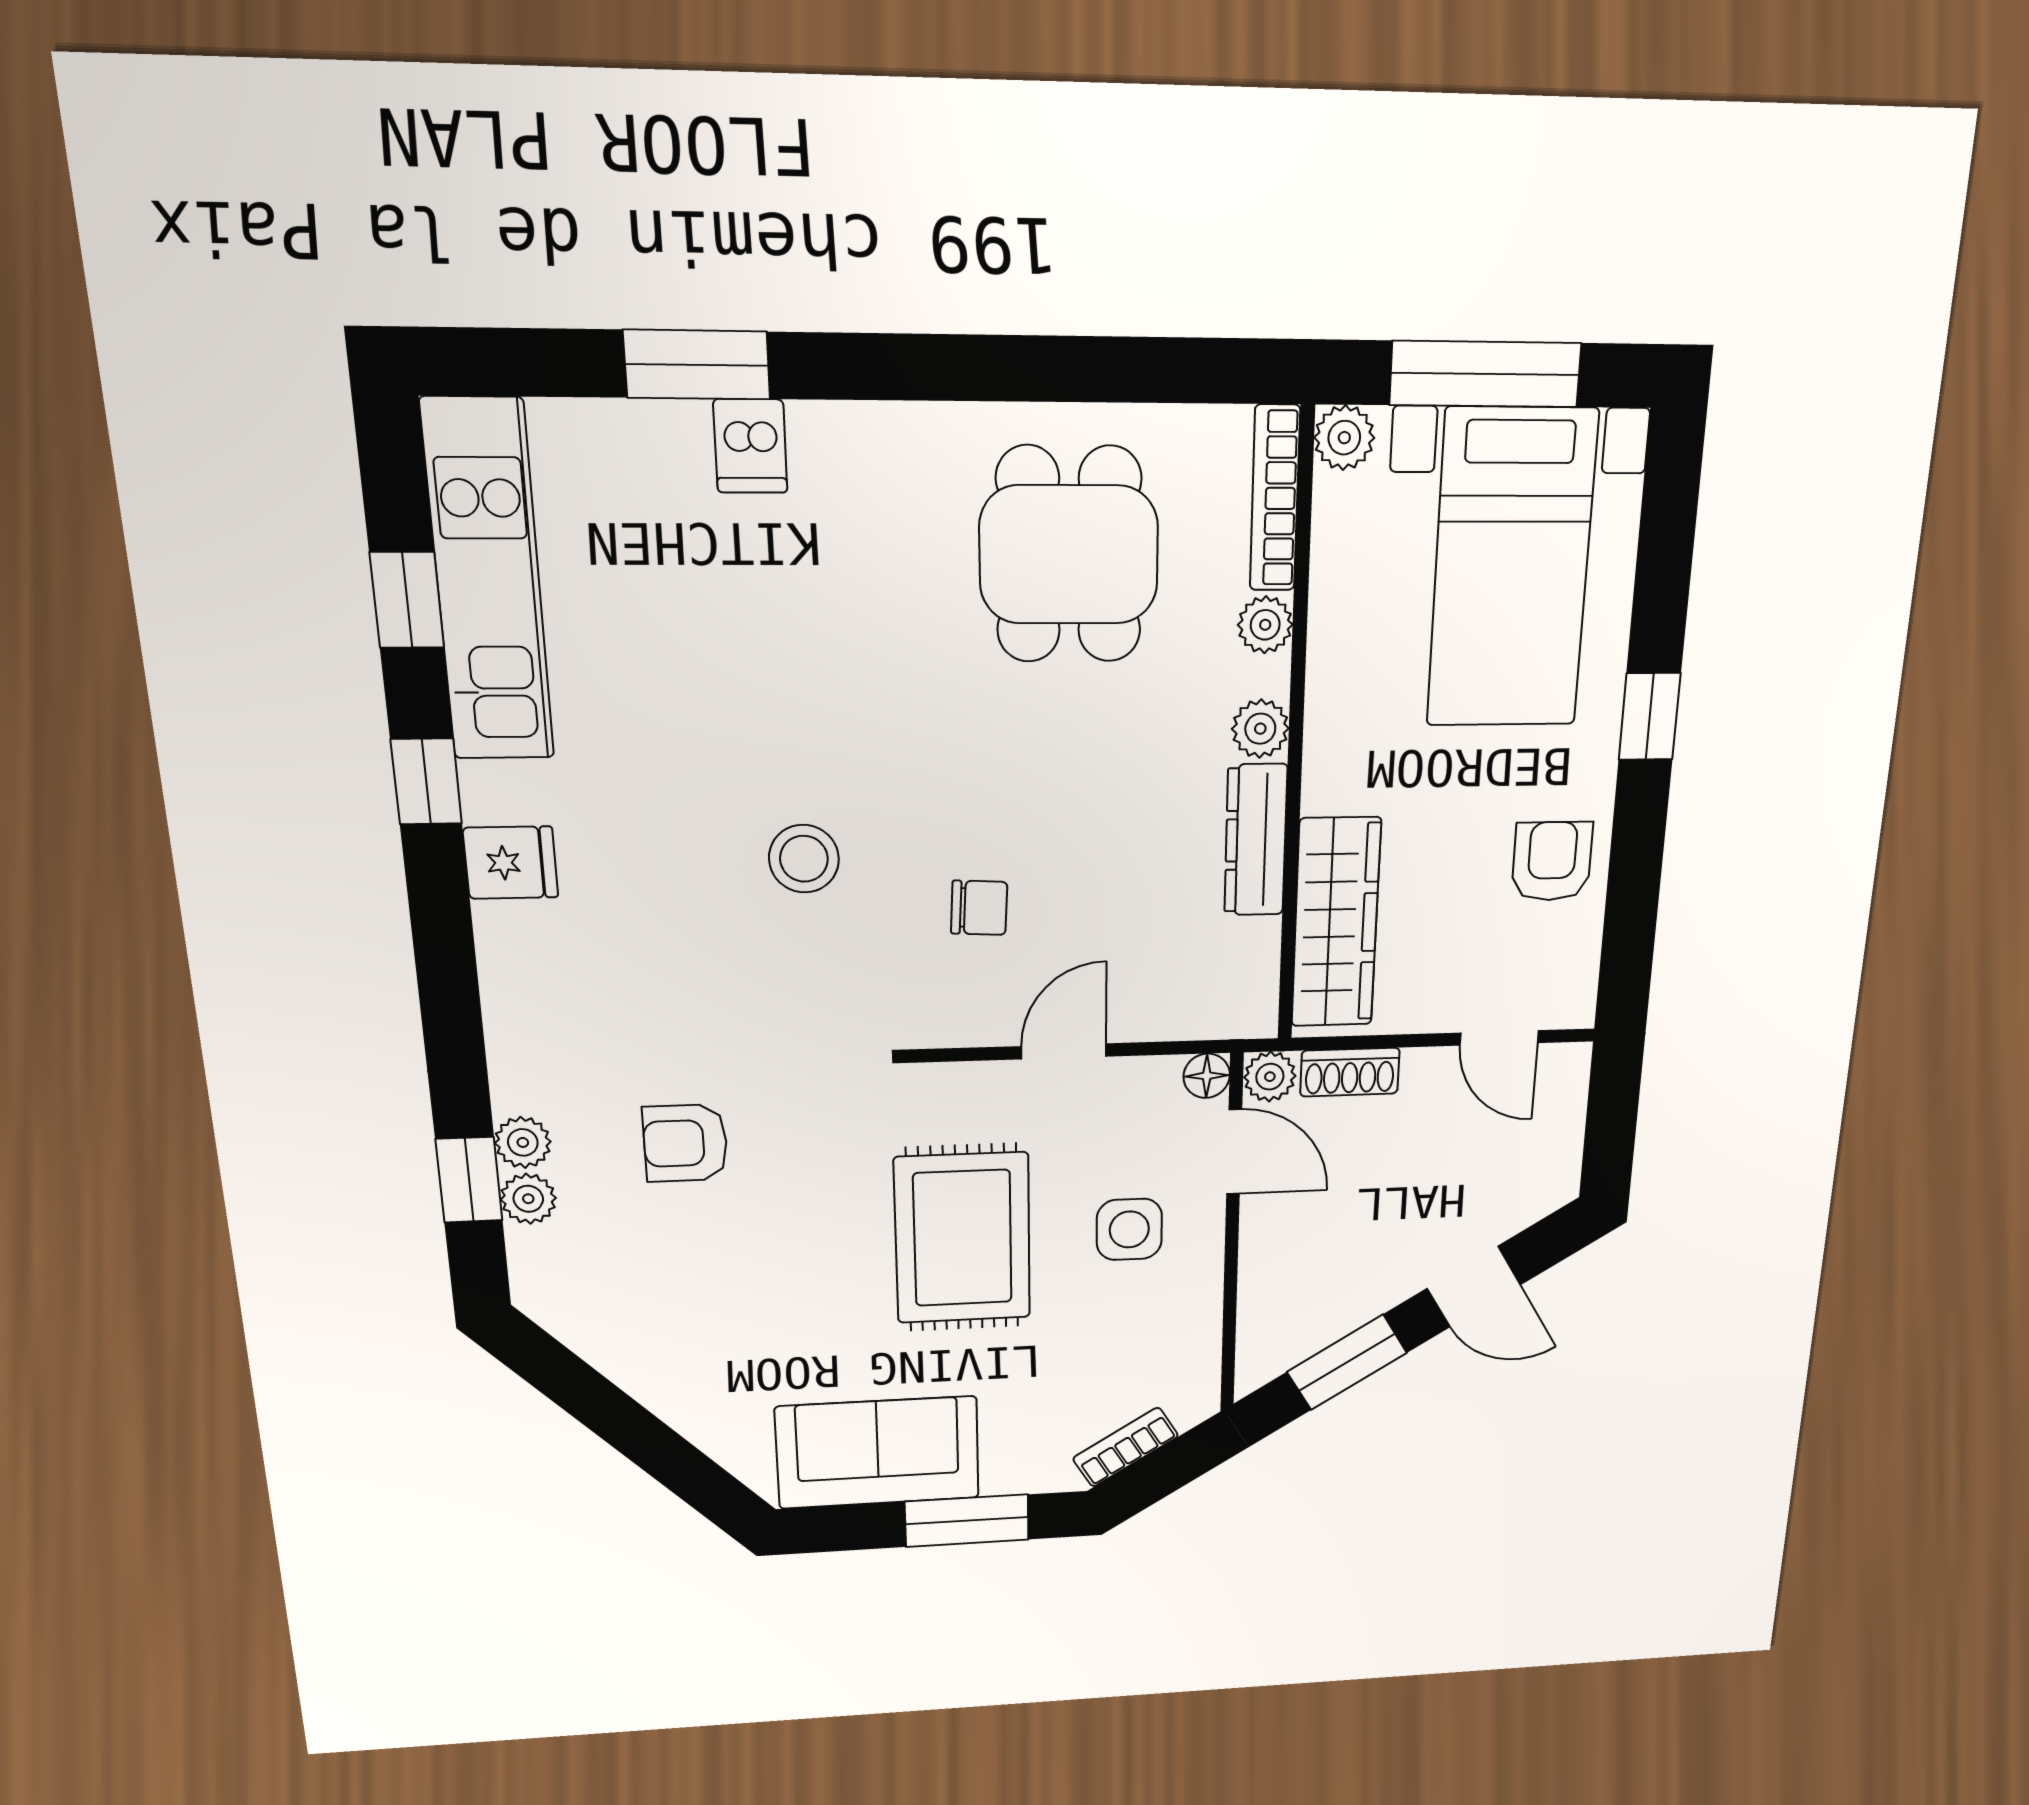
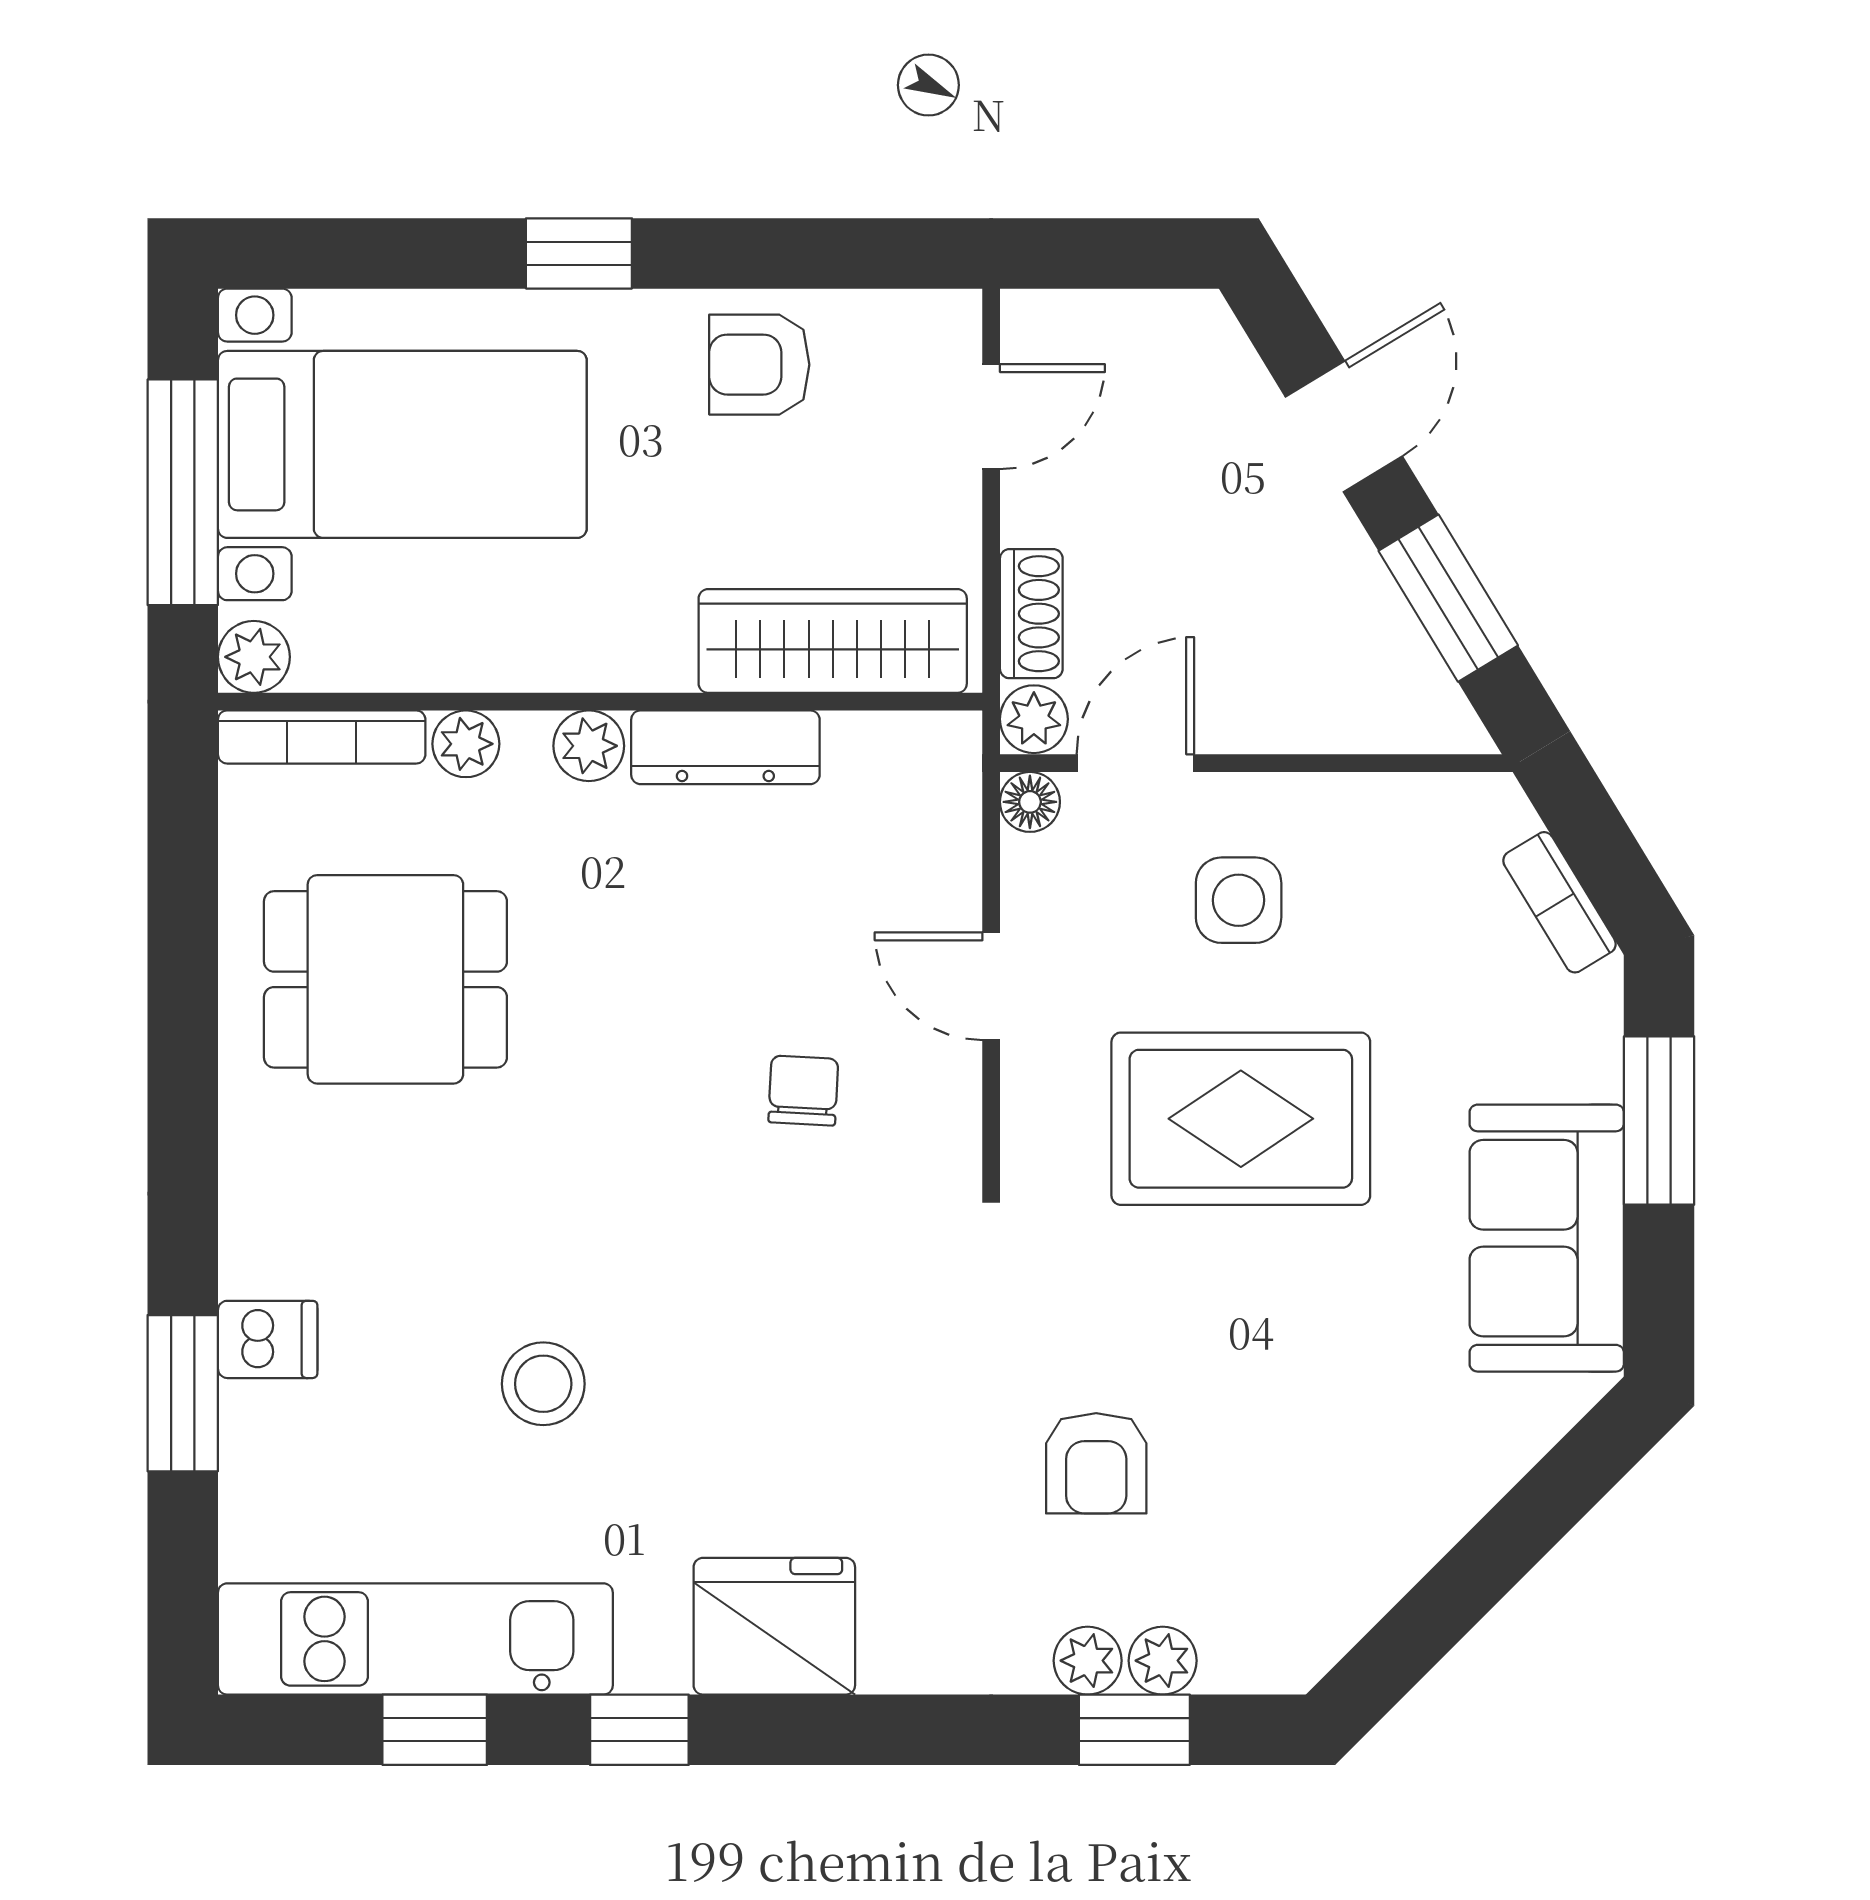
stool: (804, 859) -> (543, 1384), moved
fridge: (511, 863) -> (774, 1626), width x1.88, depth x1.34

